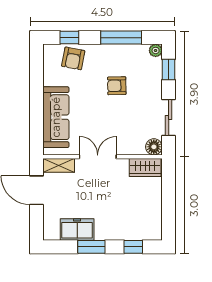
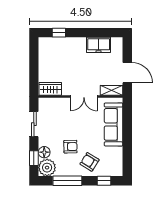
plant: (156, 50) -> (47, 168), width x1.87, depth x1.87
armchair: (73, 58) -> (90, 162), moved, turned -69
floor lamp: (154, 147) -> (44, 152), moved
window: (91, 247) -> (88, 33), removed

